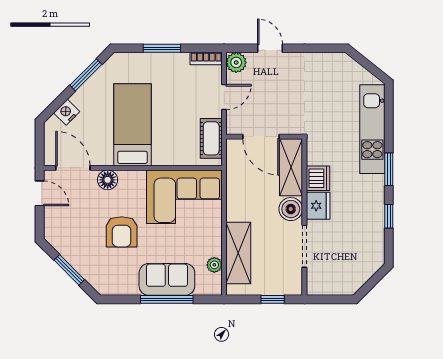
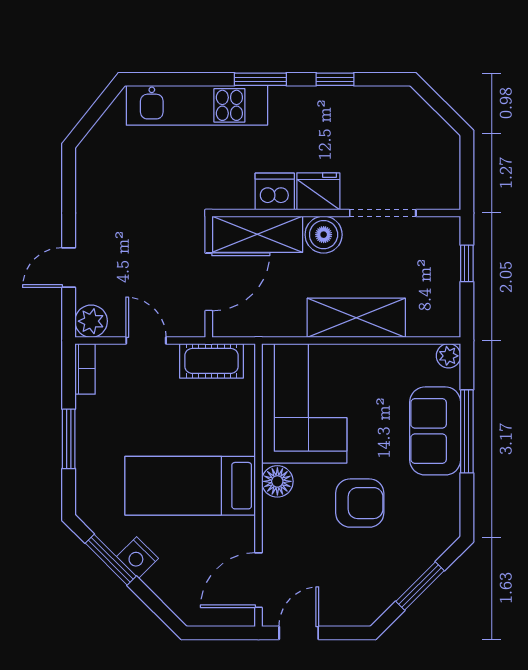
nightstand: (67, 112) -> (138, 558), moved
floor lamp: (108, 180) -> (277, 481), moved
shelving: (238, 253) -> (356, 318), moved
plant: (214, 265) -> (448, 356), moved

